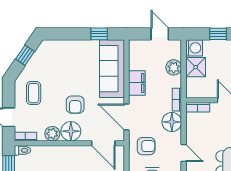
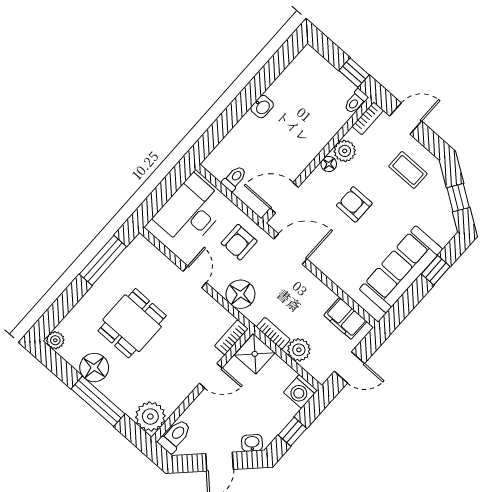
window: (99, 34) -> (436, 270), moved
shower: (196, 67) -> (255, 354), moved
sofa: (112, 69) -> (401, 269), moved, turned -90
filing cabinet: (137, 83) -> (345, 318), moved
bookcase: (177, 100) -> (273, 333), moved
floor lamp: (71, 131) -> (329, 164), width x0.53, depth x0.53
door: (184, 153) -> (195, 277), swing flipped

